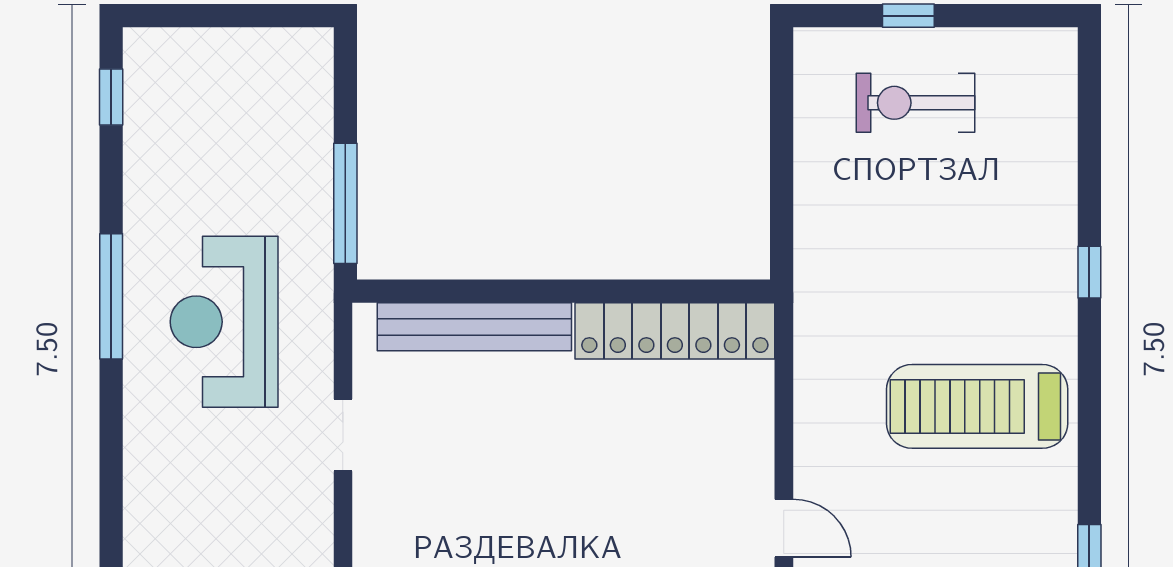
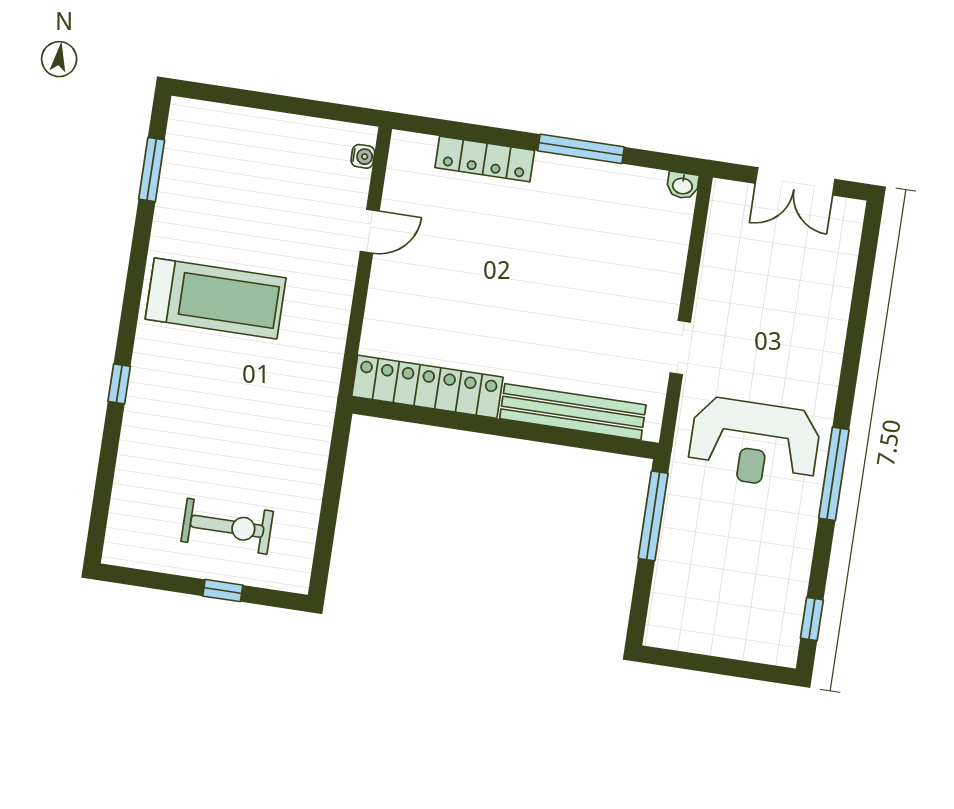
reception desk: (224, 322) -> (754, 443), turned 90
door: (784, 528) -> (370, 231), swing flipped

